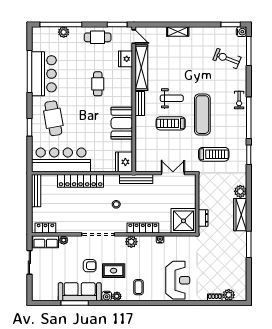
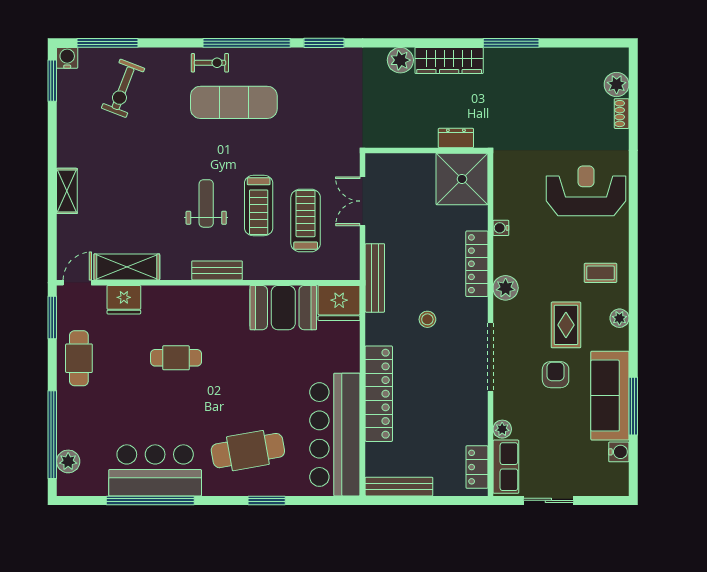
plant: (64, 32) -> (68, 461), moved
shelving: (141, 68) -> (127, 267), width x0.68
exercise mat: (202, 115) -> (234, 102), moved
booth: (122, 123) -> (283, 308), moved
treadmill: (214, 154) -> (306, 220), moved
water cooler: (107, 296) -> (619, 452), moved

